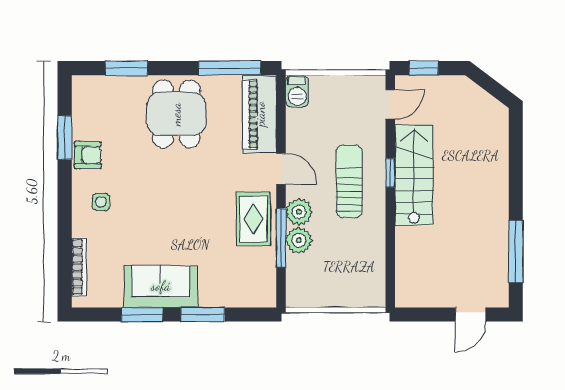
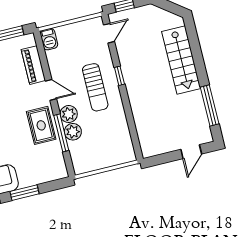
piano: (260, 114) -> (33, 65), width x0.73, depth x0.75
stairs: (414, 175) -> (181, 60), moved, turned 180
sun lounger: (349, 181) -> (95, 87), turned 180

